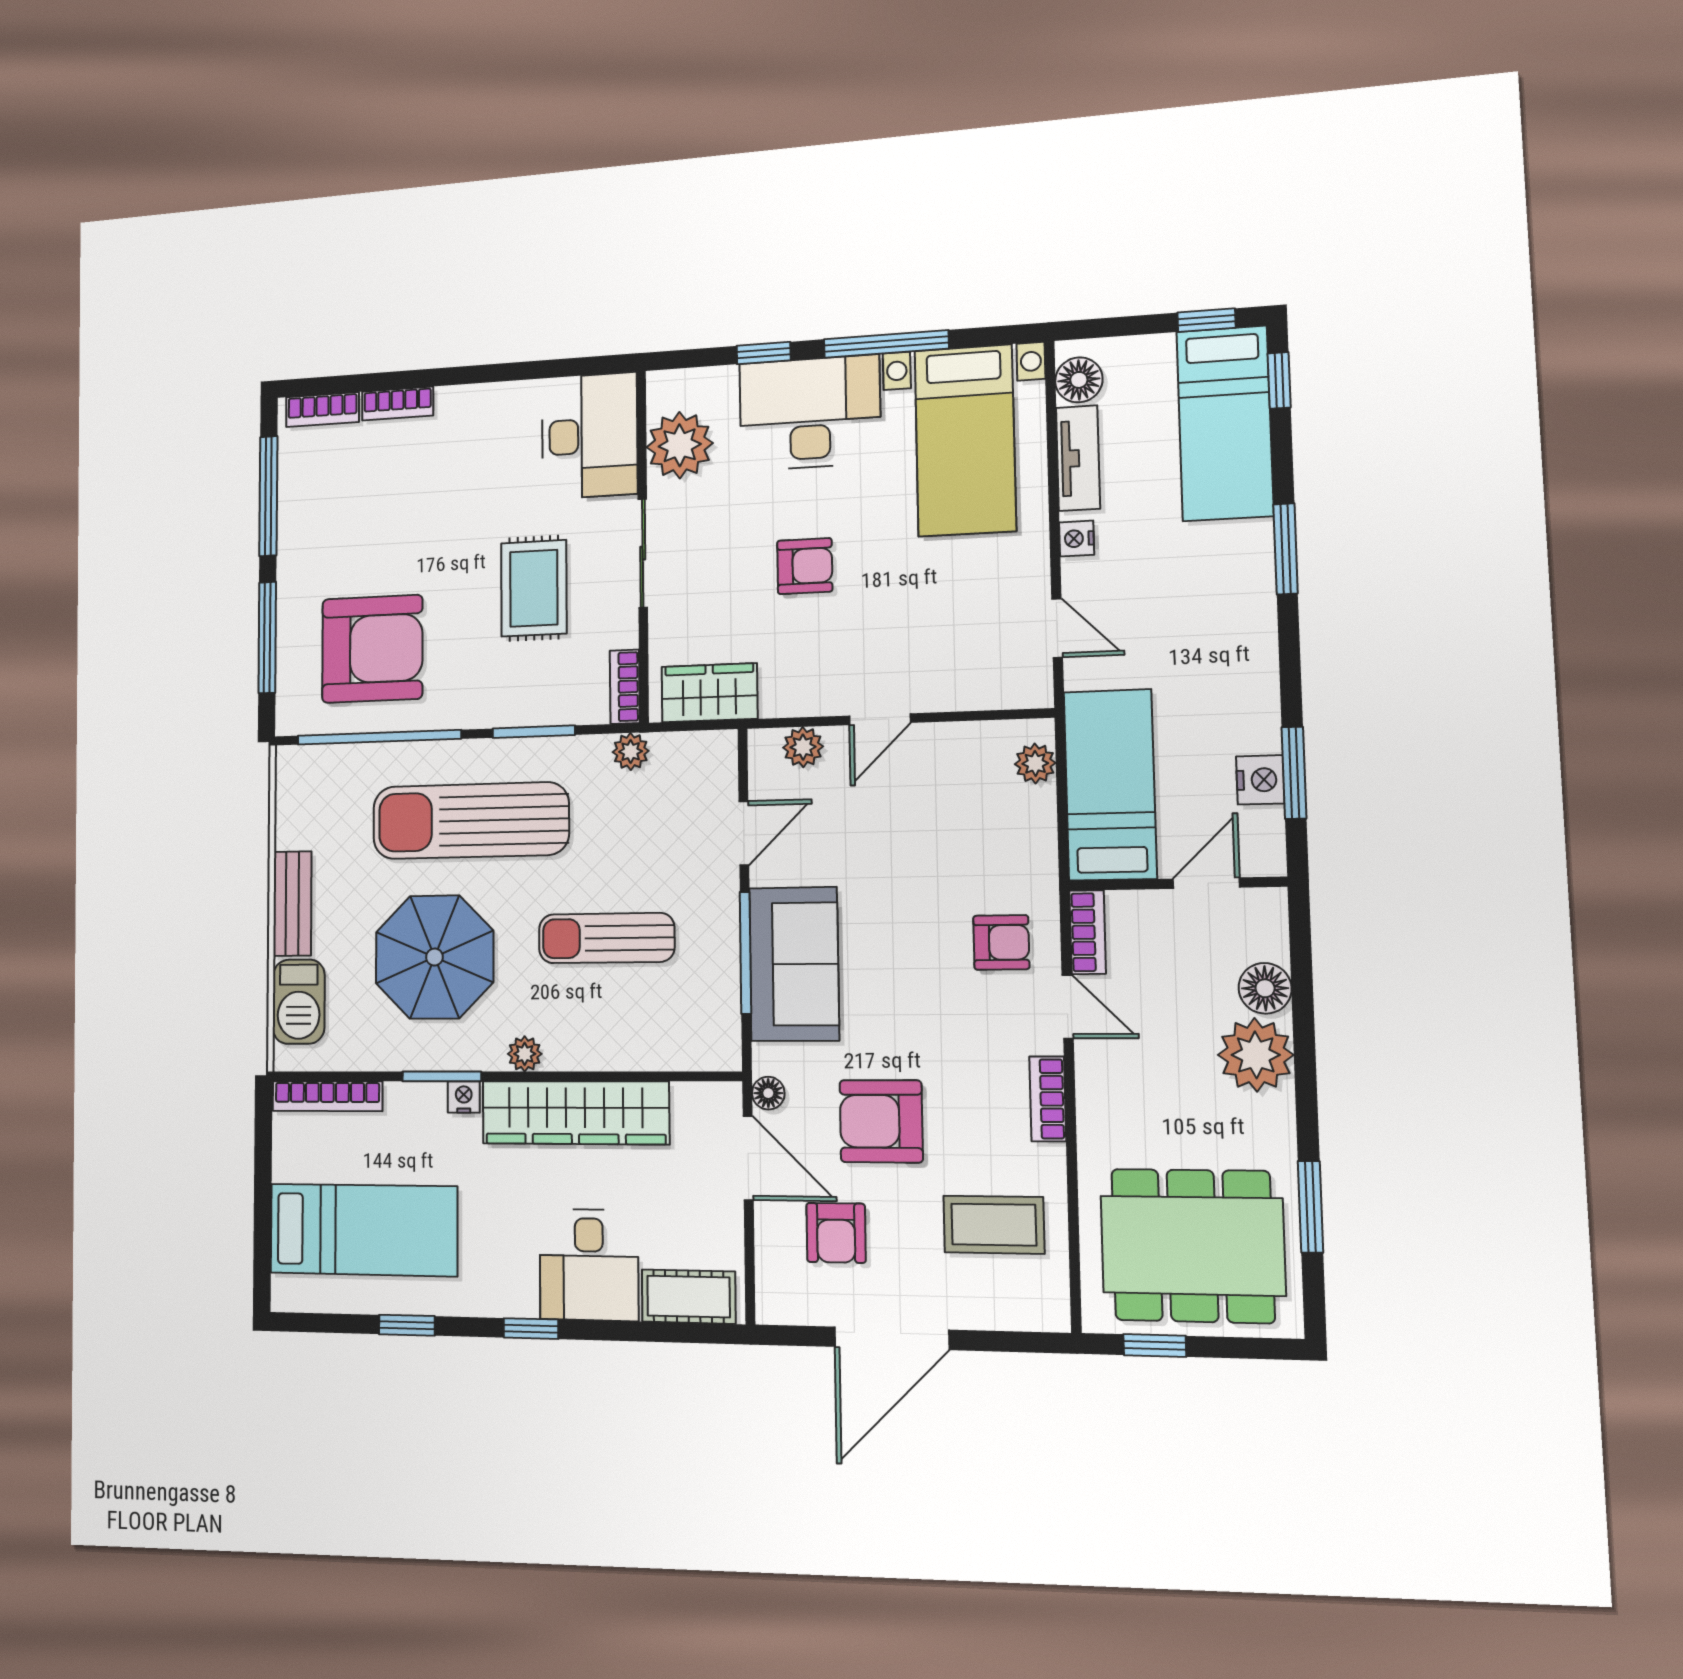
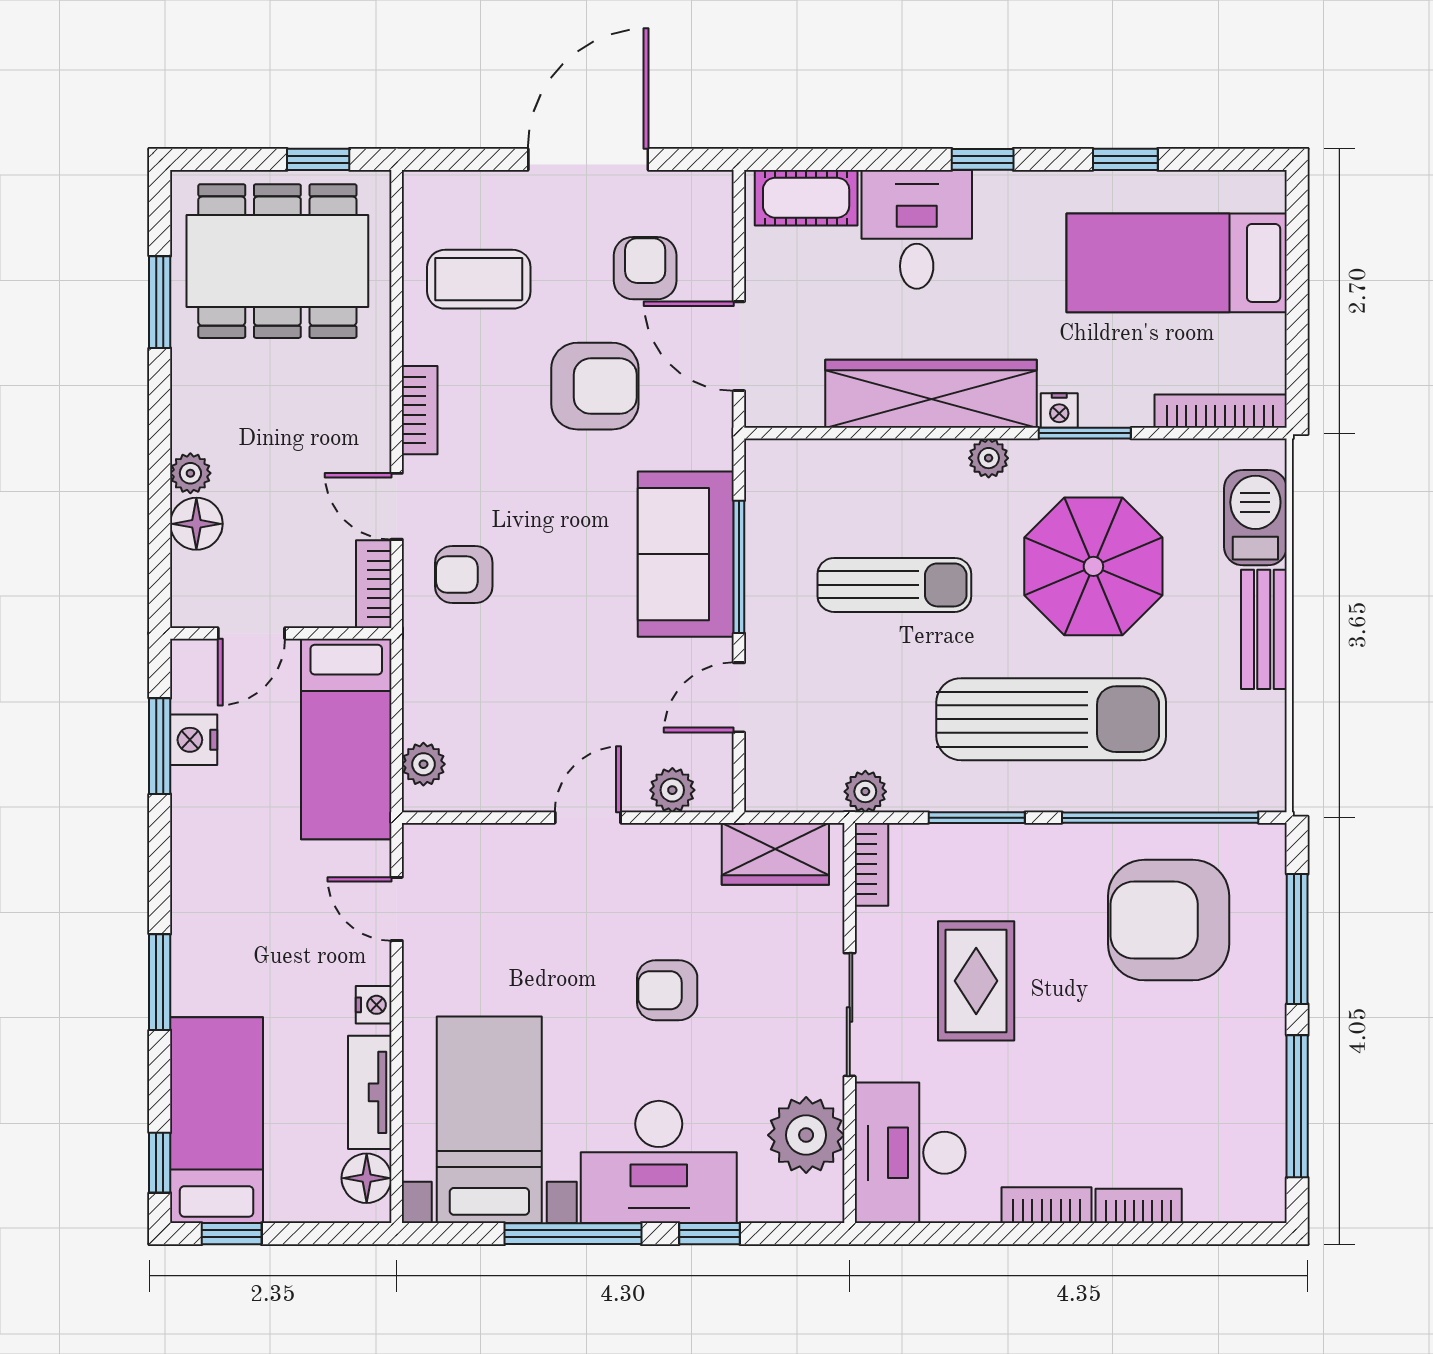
bookcase: (323, 410) -> (1046, 1205), moved
plant: (1256, 1055) -> (190, 473), width x0.53, depth x0.53
floor lamp: (768, 1093) -> (716, 415), removed

